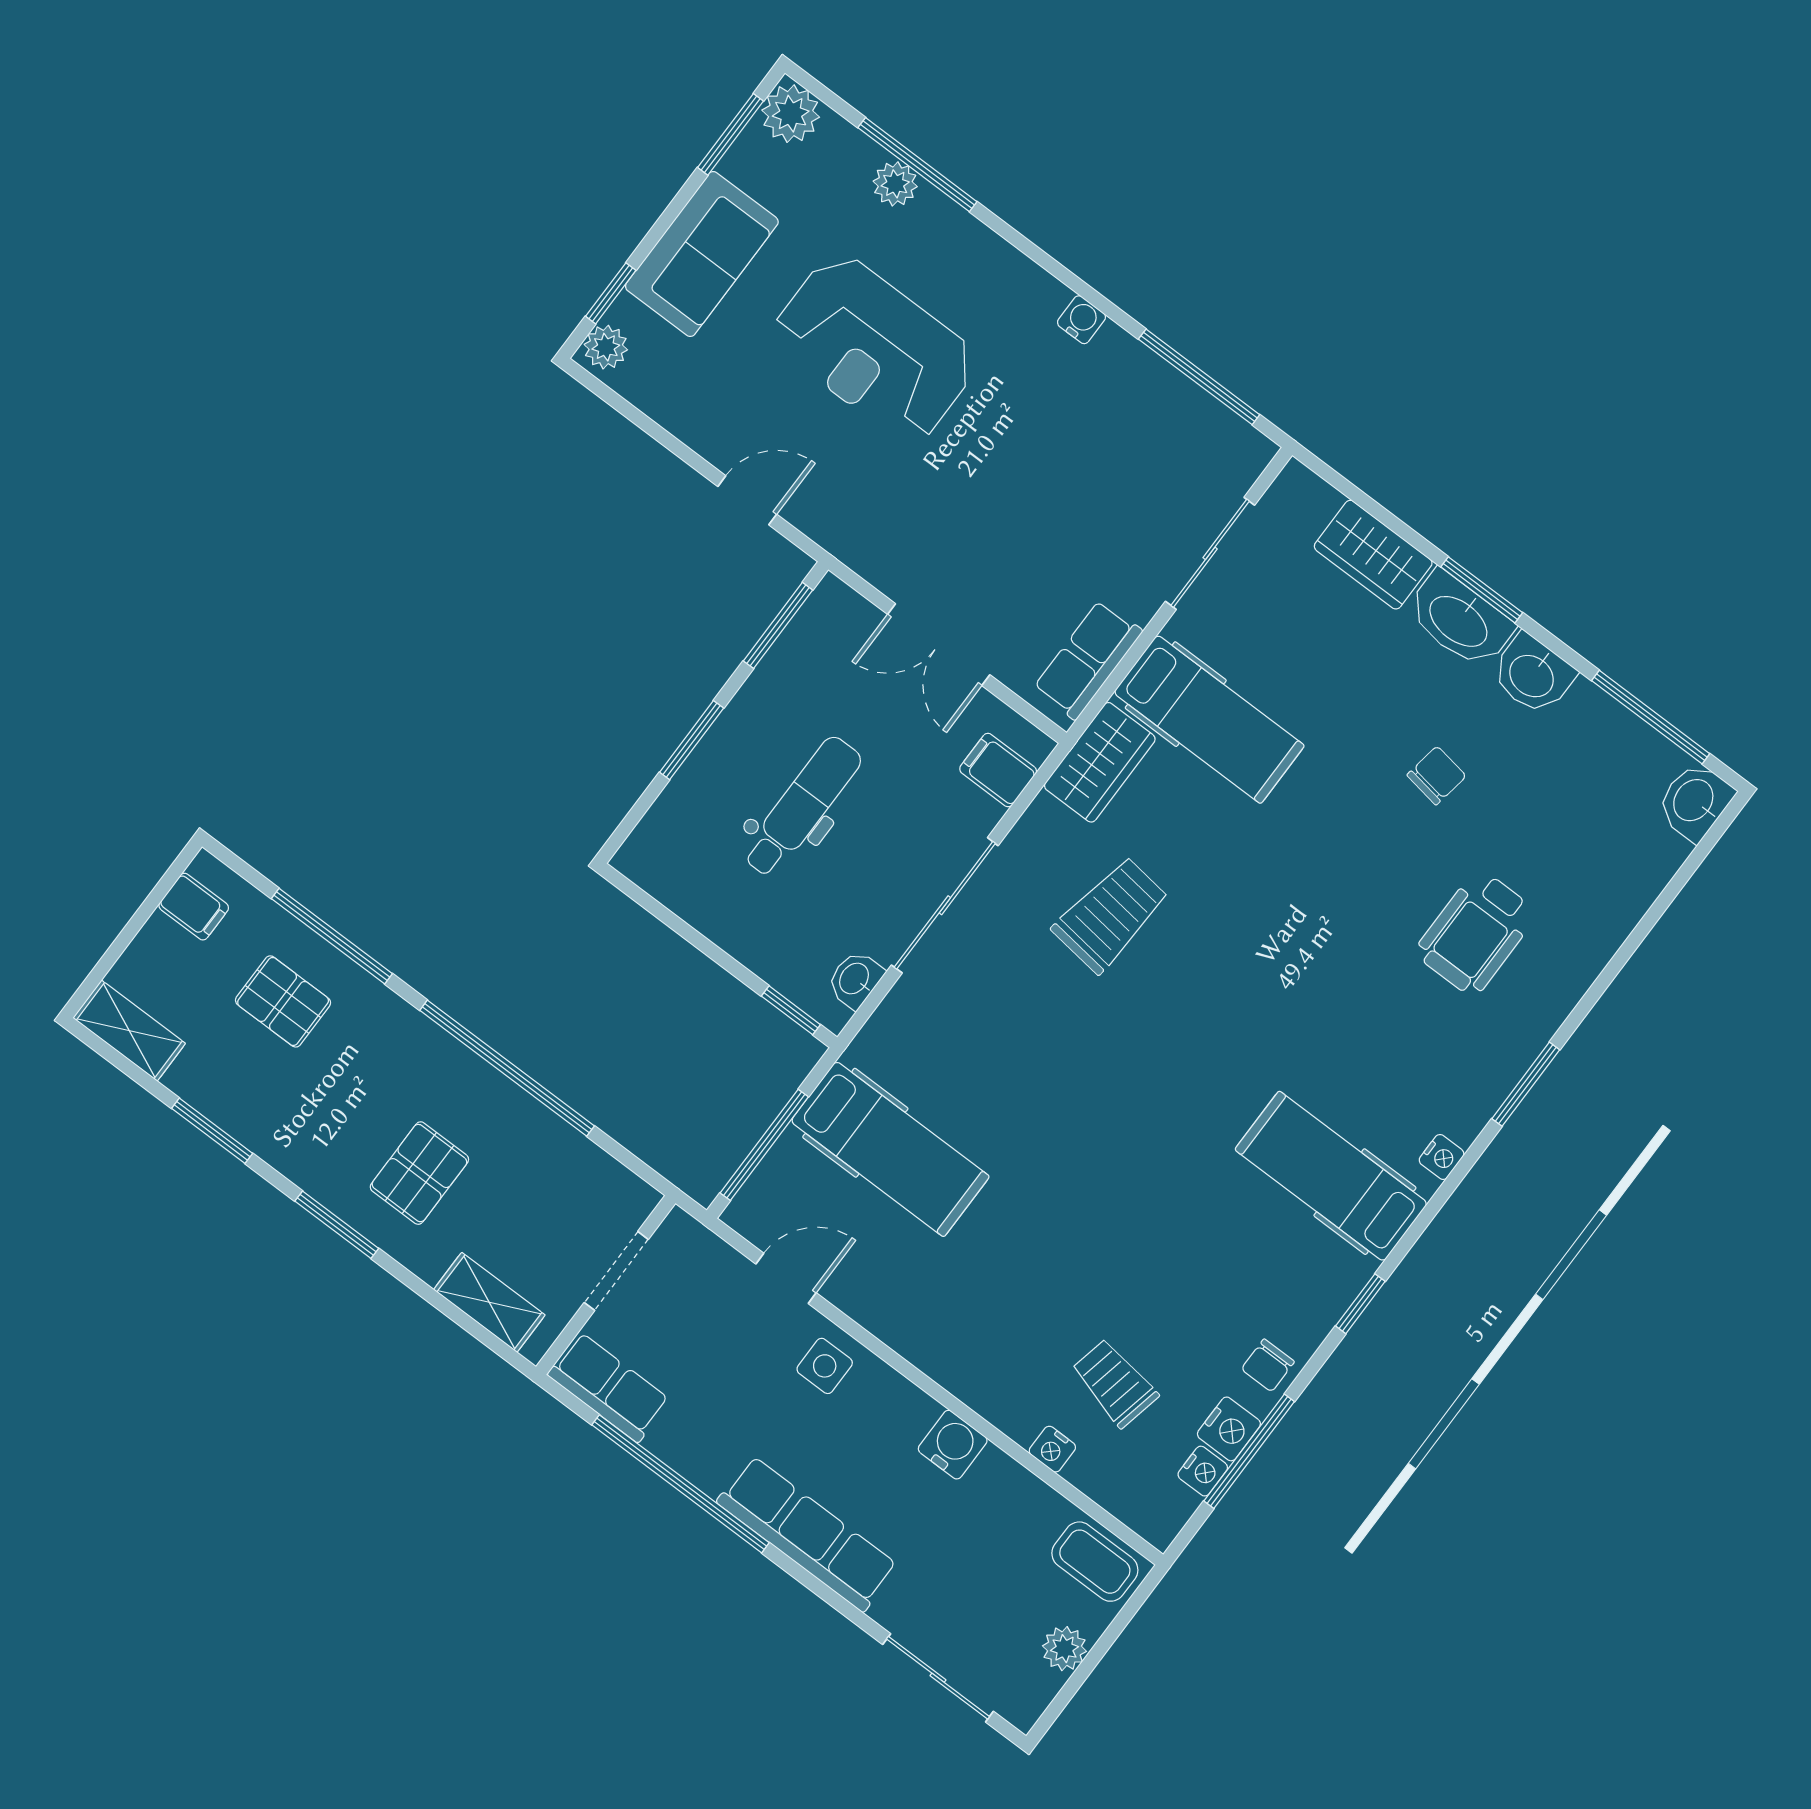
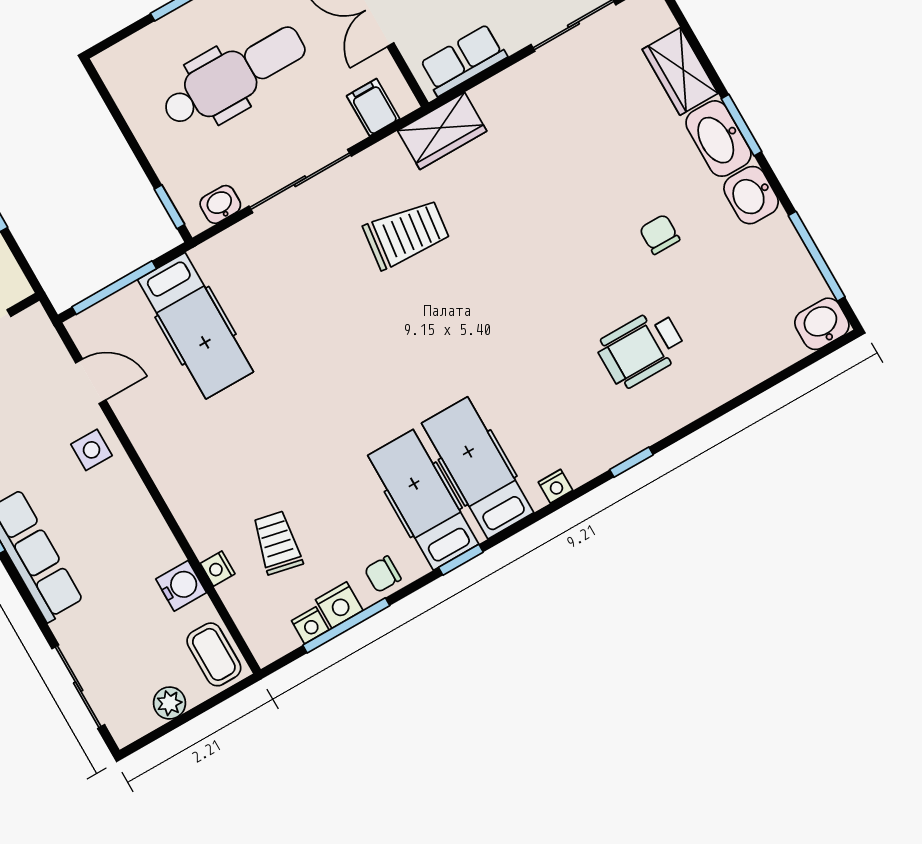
hospital bed: (1209, 719) -> (423, 500), moved, turned 180
chair: (1437, 776) -> (660, 234), turned -99
dental chair: (802, 807) -> (234, 76), width x1.36, depth x1.38
window: (1526, 1084) -> (631, 462), width x0.67
water cooler: (953, 1445) -> (181, 586), moved

